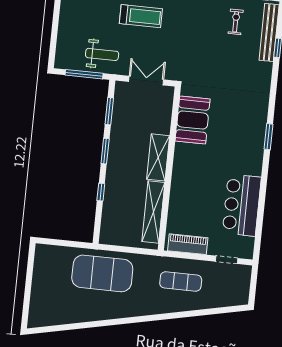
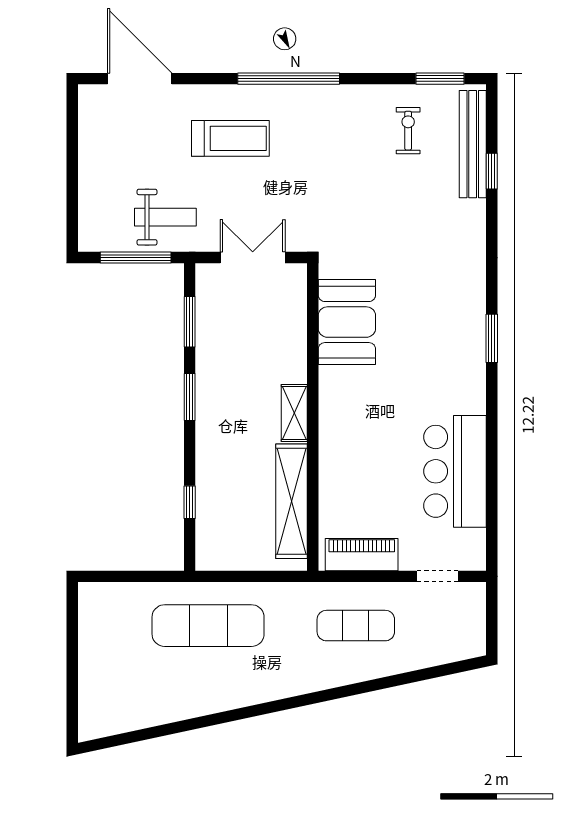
shelving: (158, 157) -> (294, 413), width x0.67, depth x0.75
window: (101, 192) -> (190, 502), moved
exercise mat: (102, 273) -> (208, 626), width x0.68

